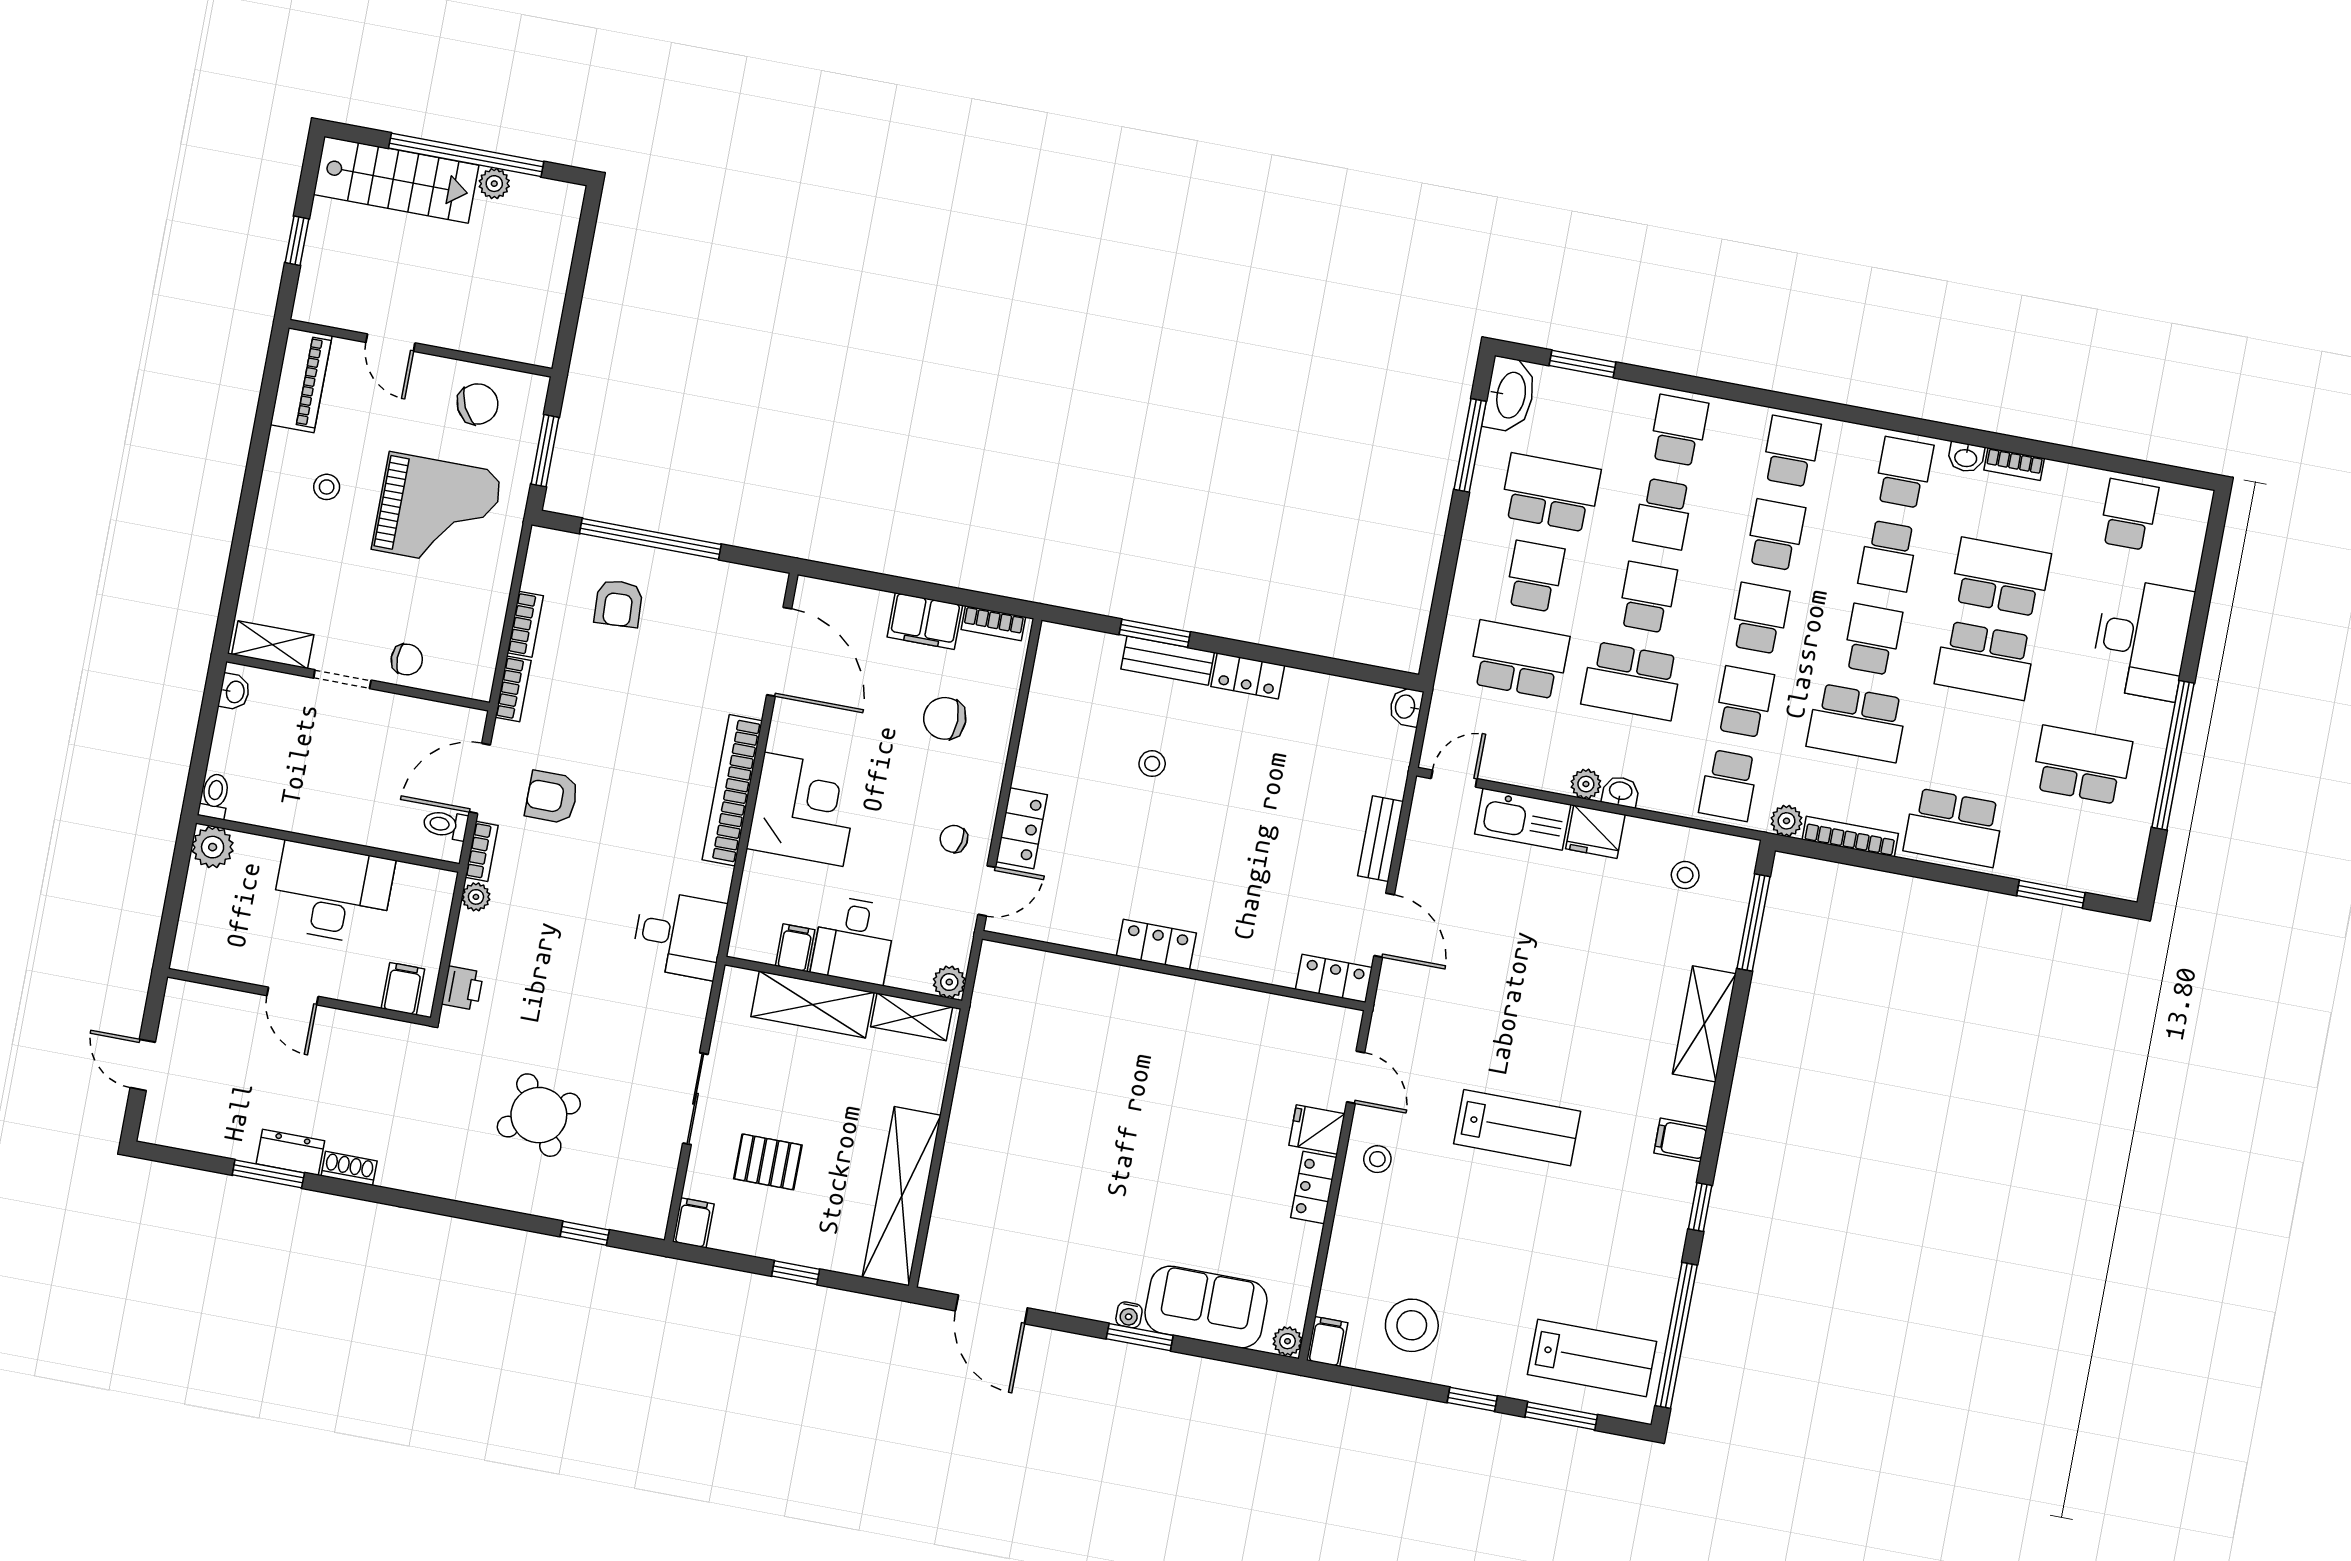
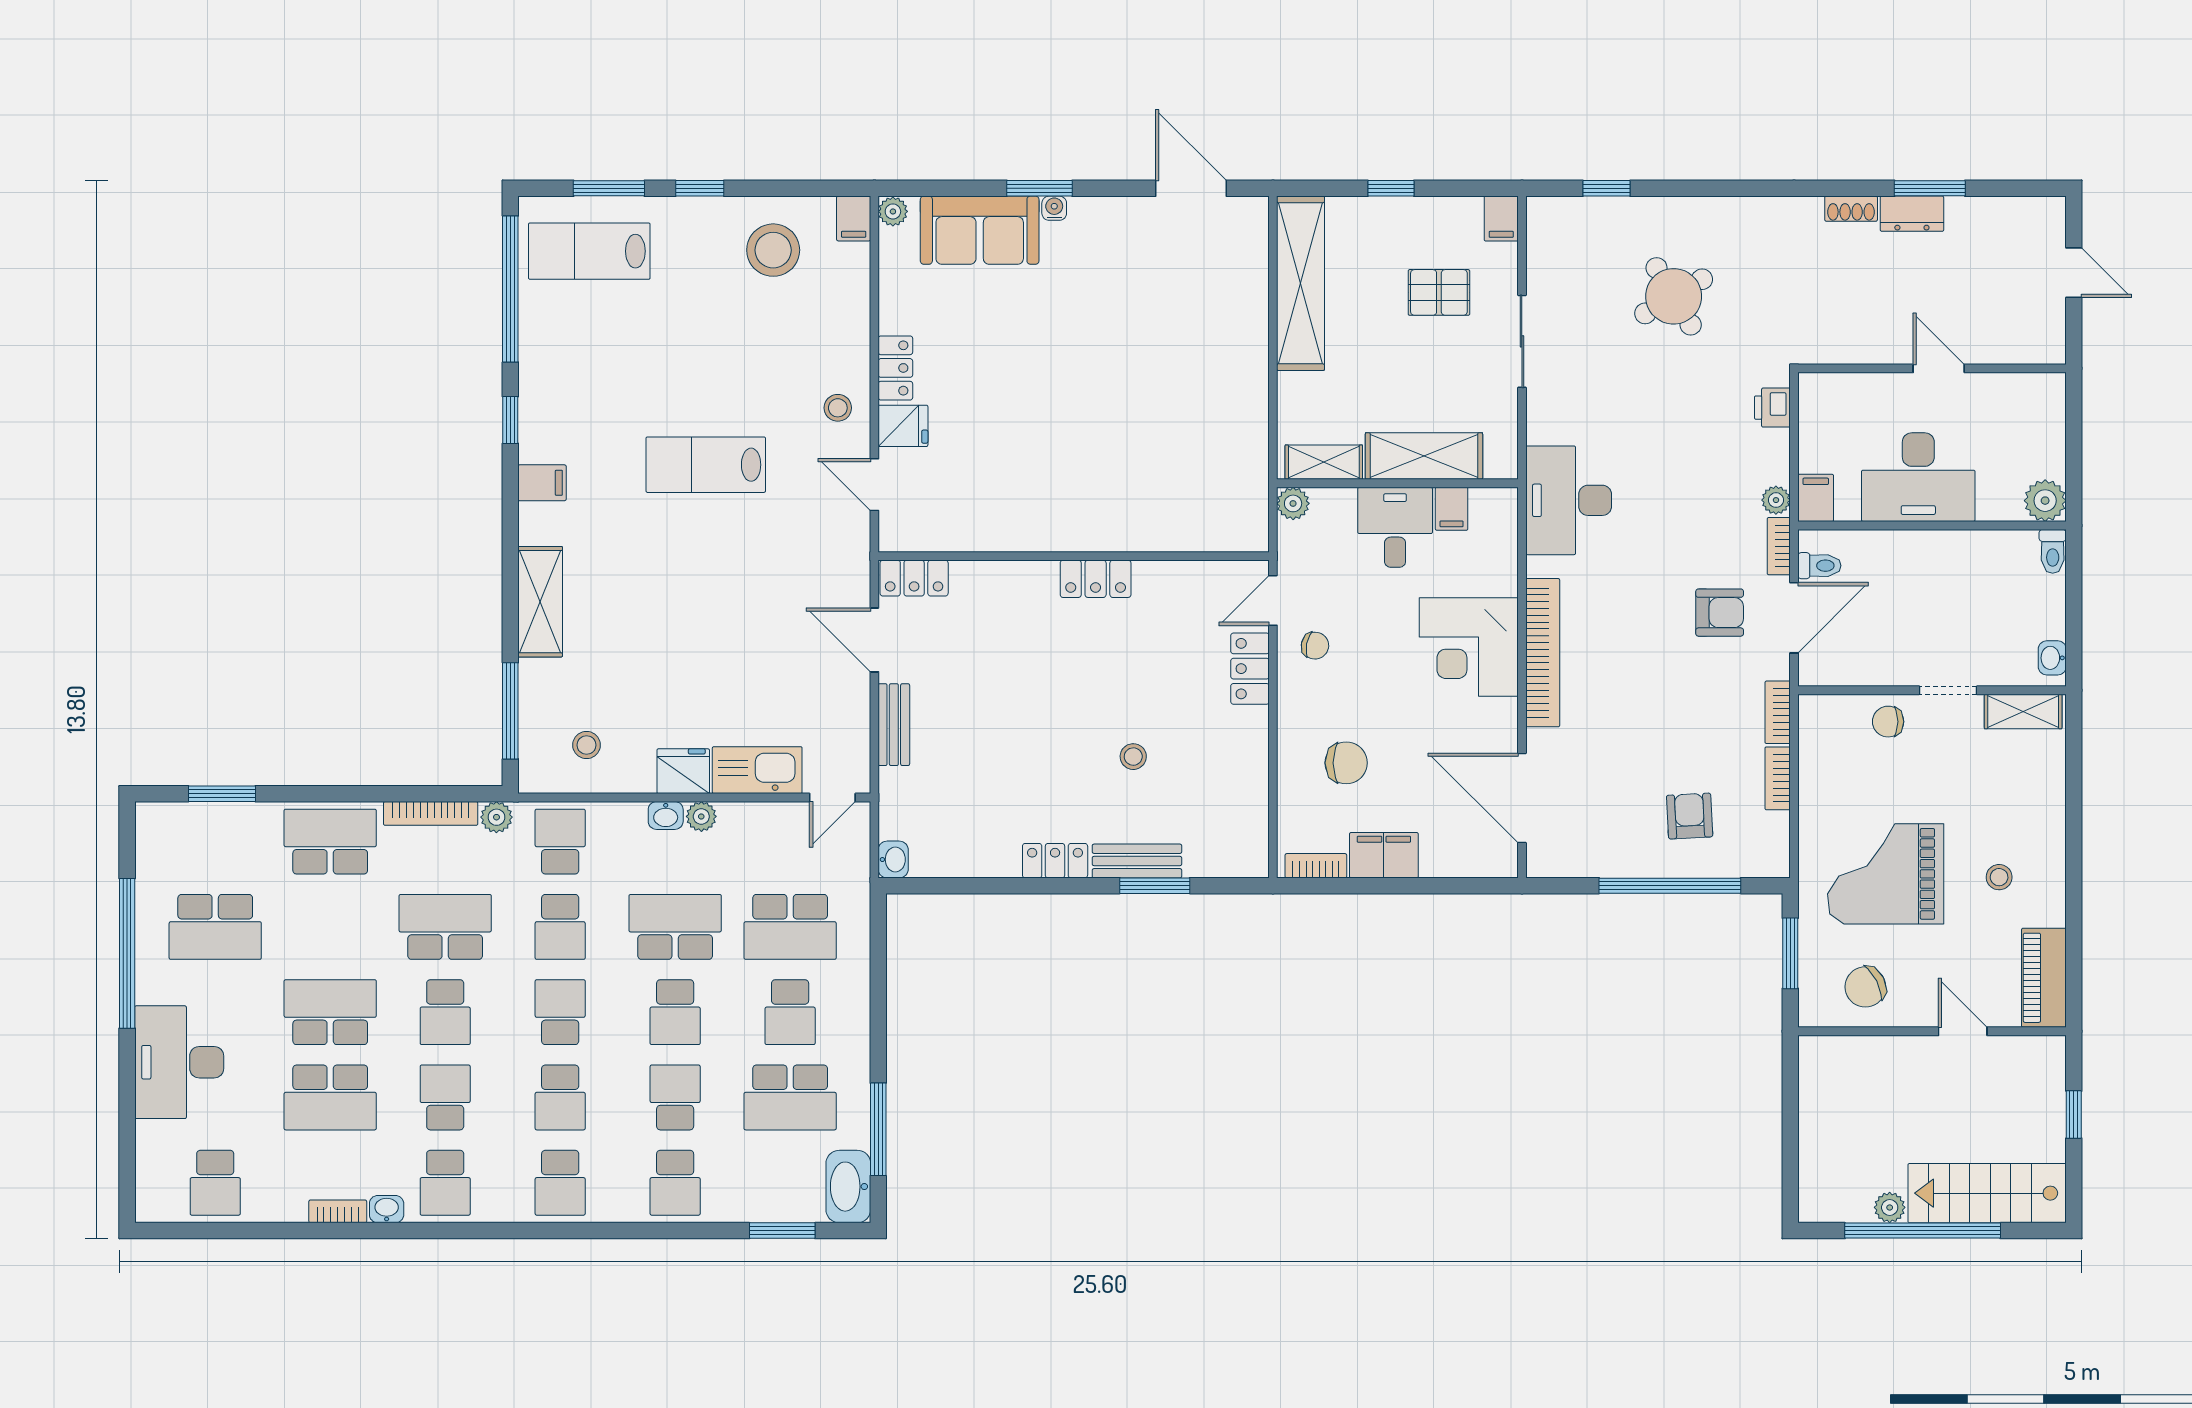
school desk: (1760, 618) -> (560, 1012), turned 180
desk: (679, 935) -> (1569, 500), width x1.37
filing cabinet: (403, 989) -> (1816, 498), moved, turned 180

